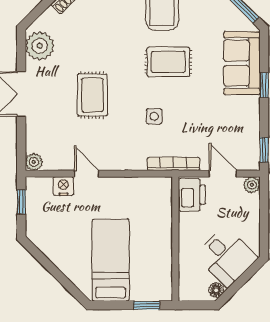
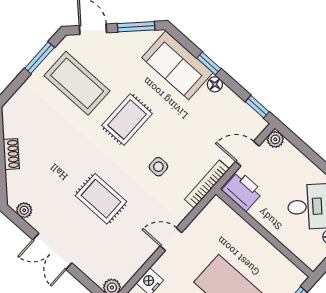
plant: (40, 46) -> (24, 210), width x0.53, depth x0.53
floor lamp: (253, 104) -> (215, 84), added
door: (86, 174) -> (171, 239), moved

